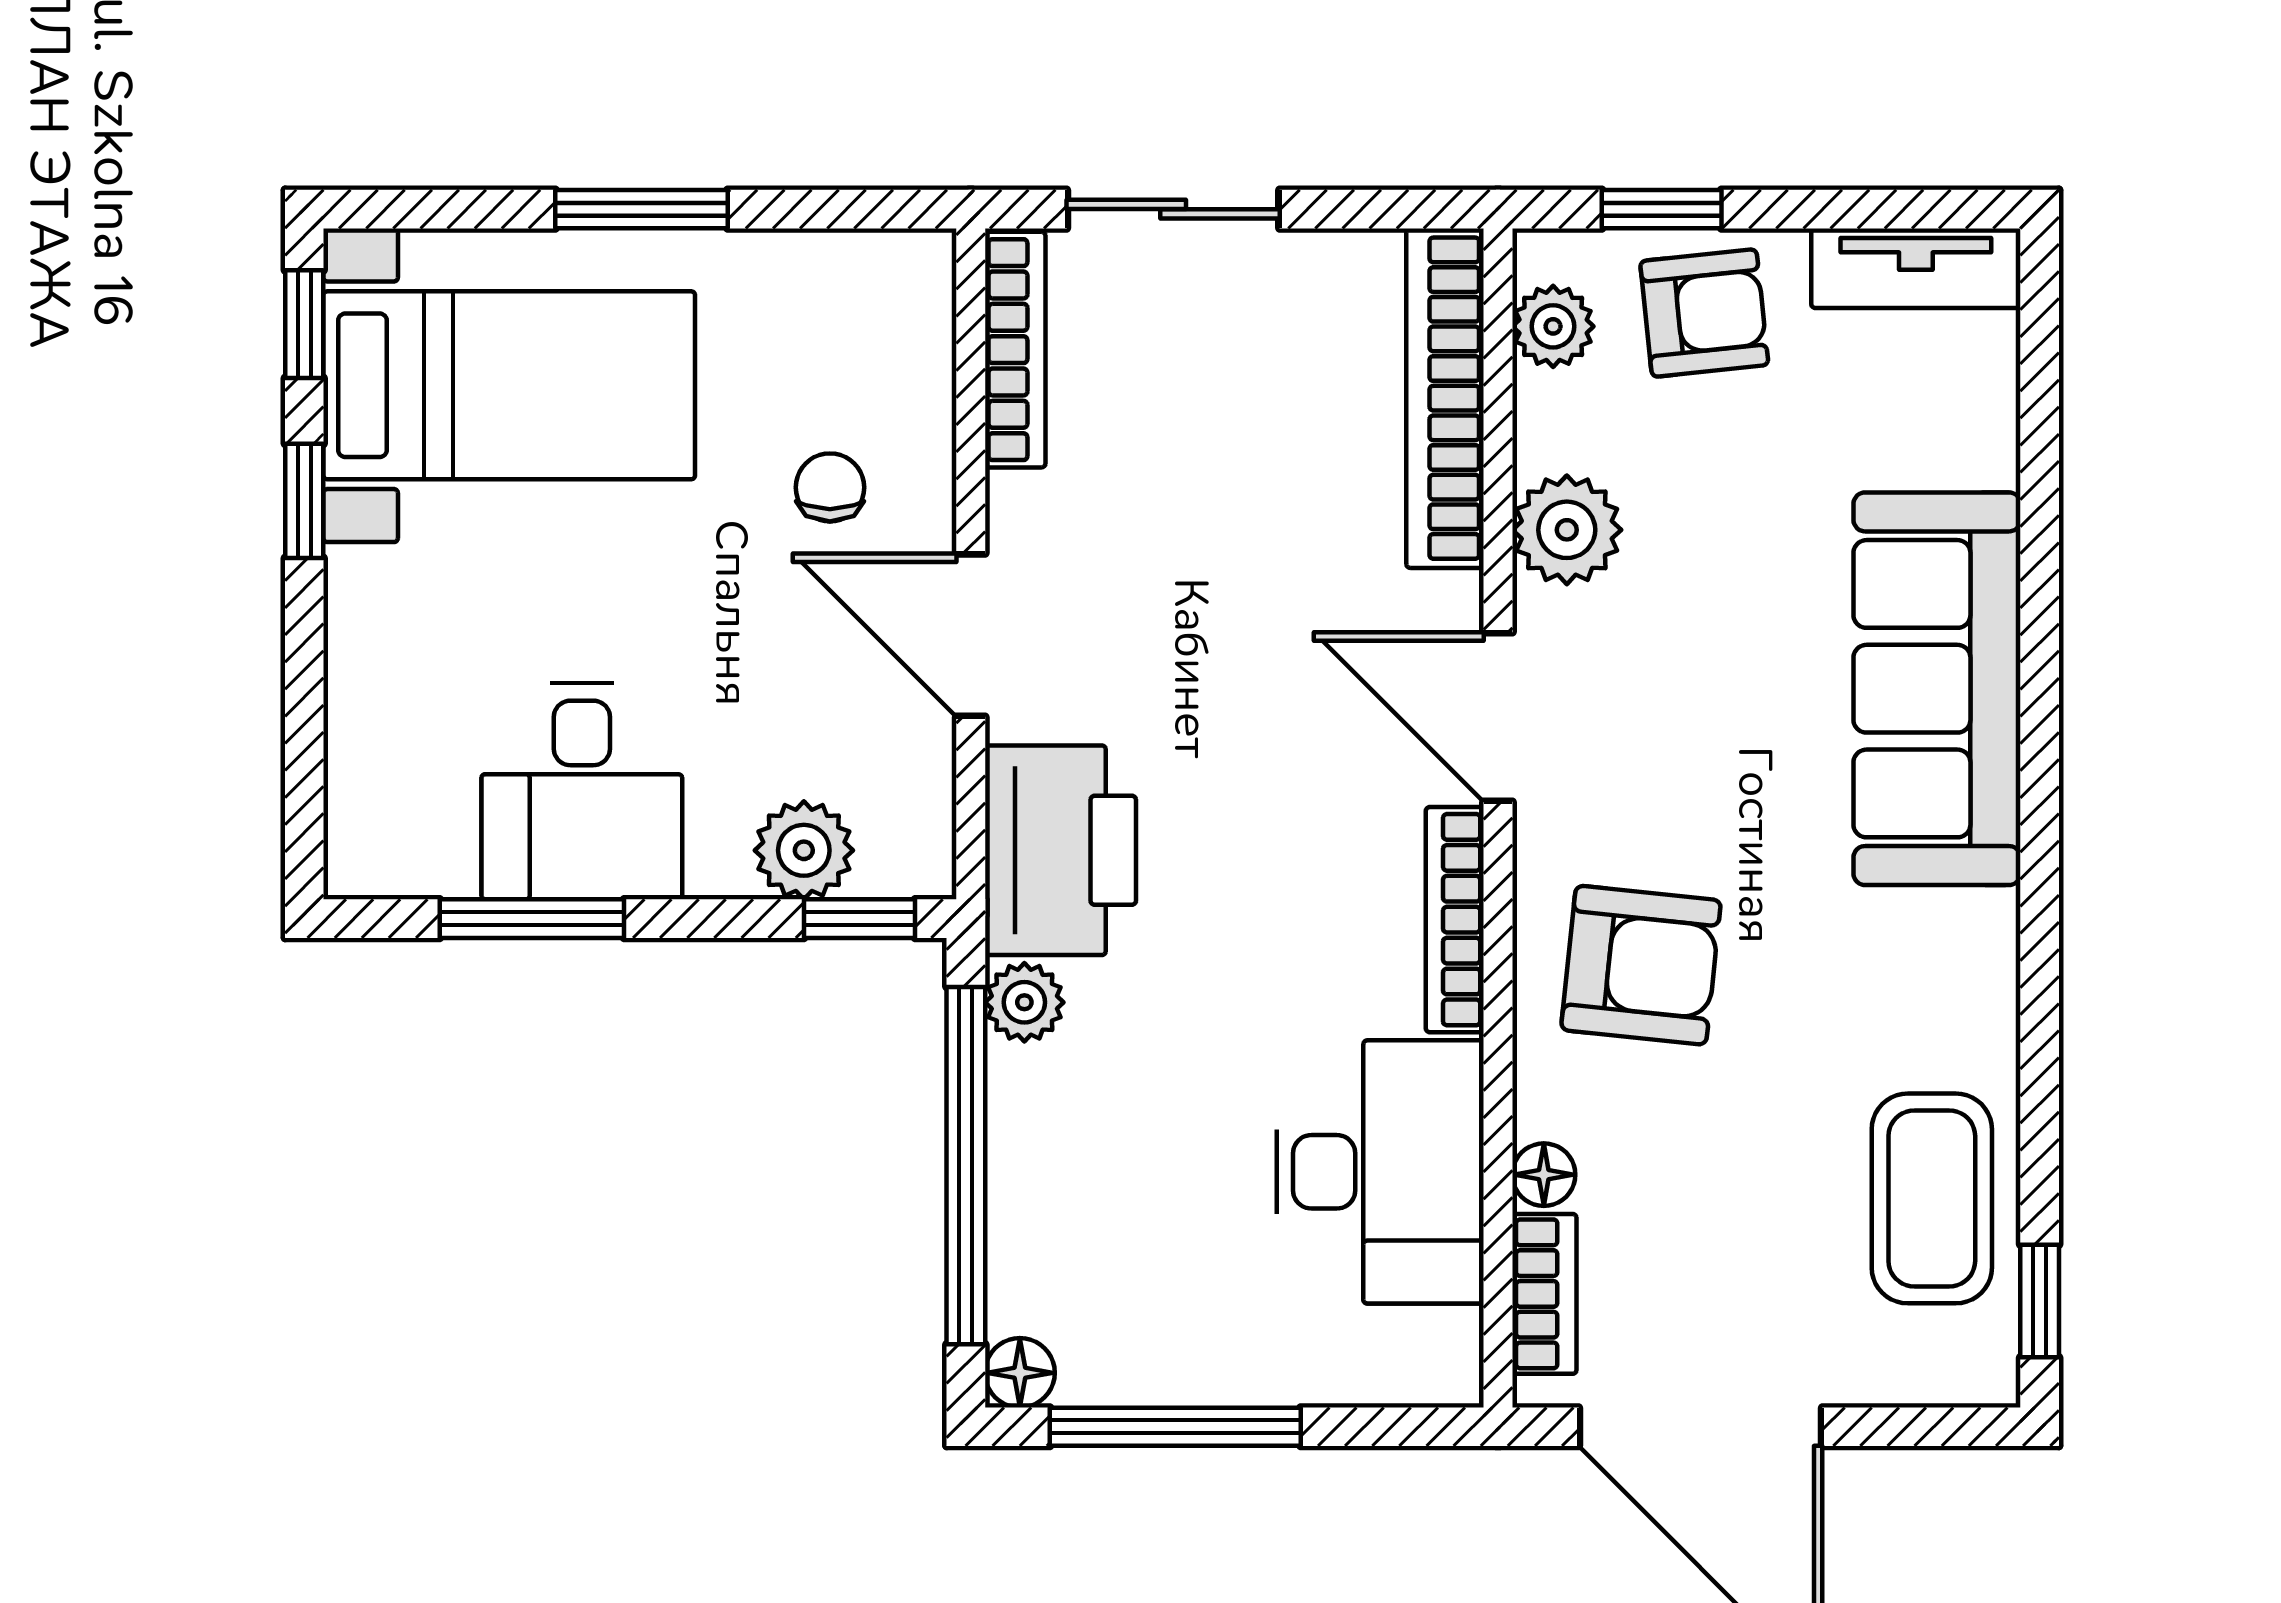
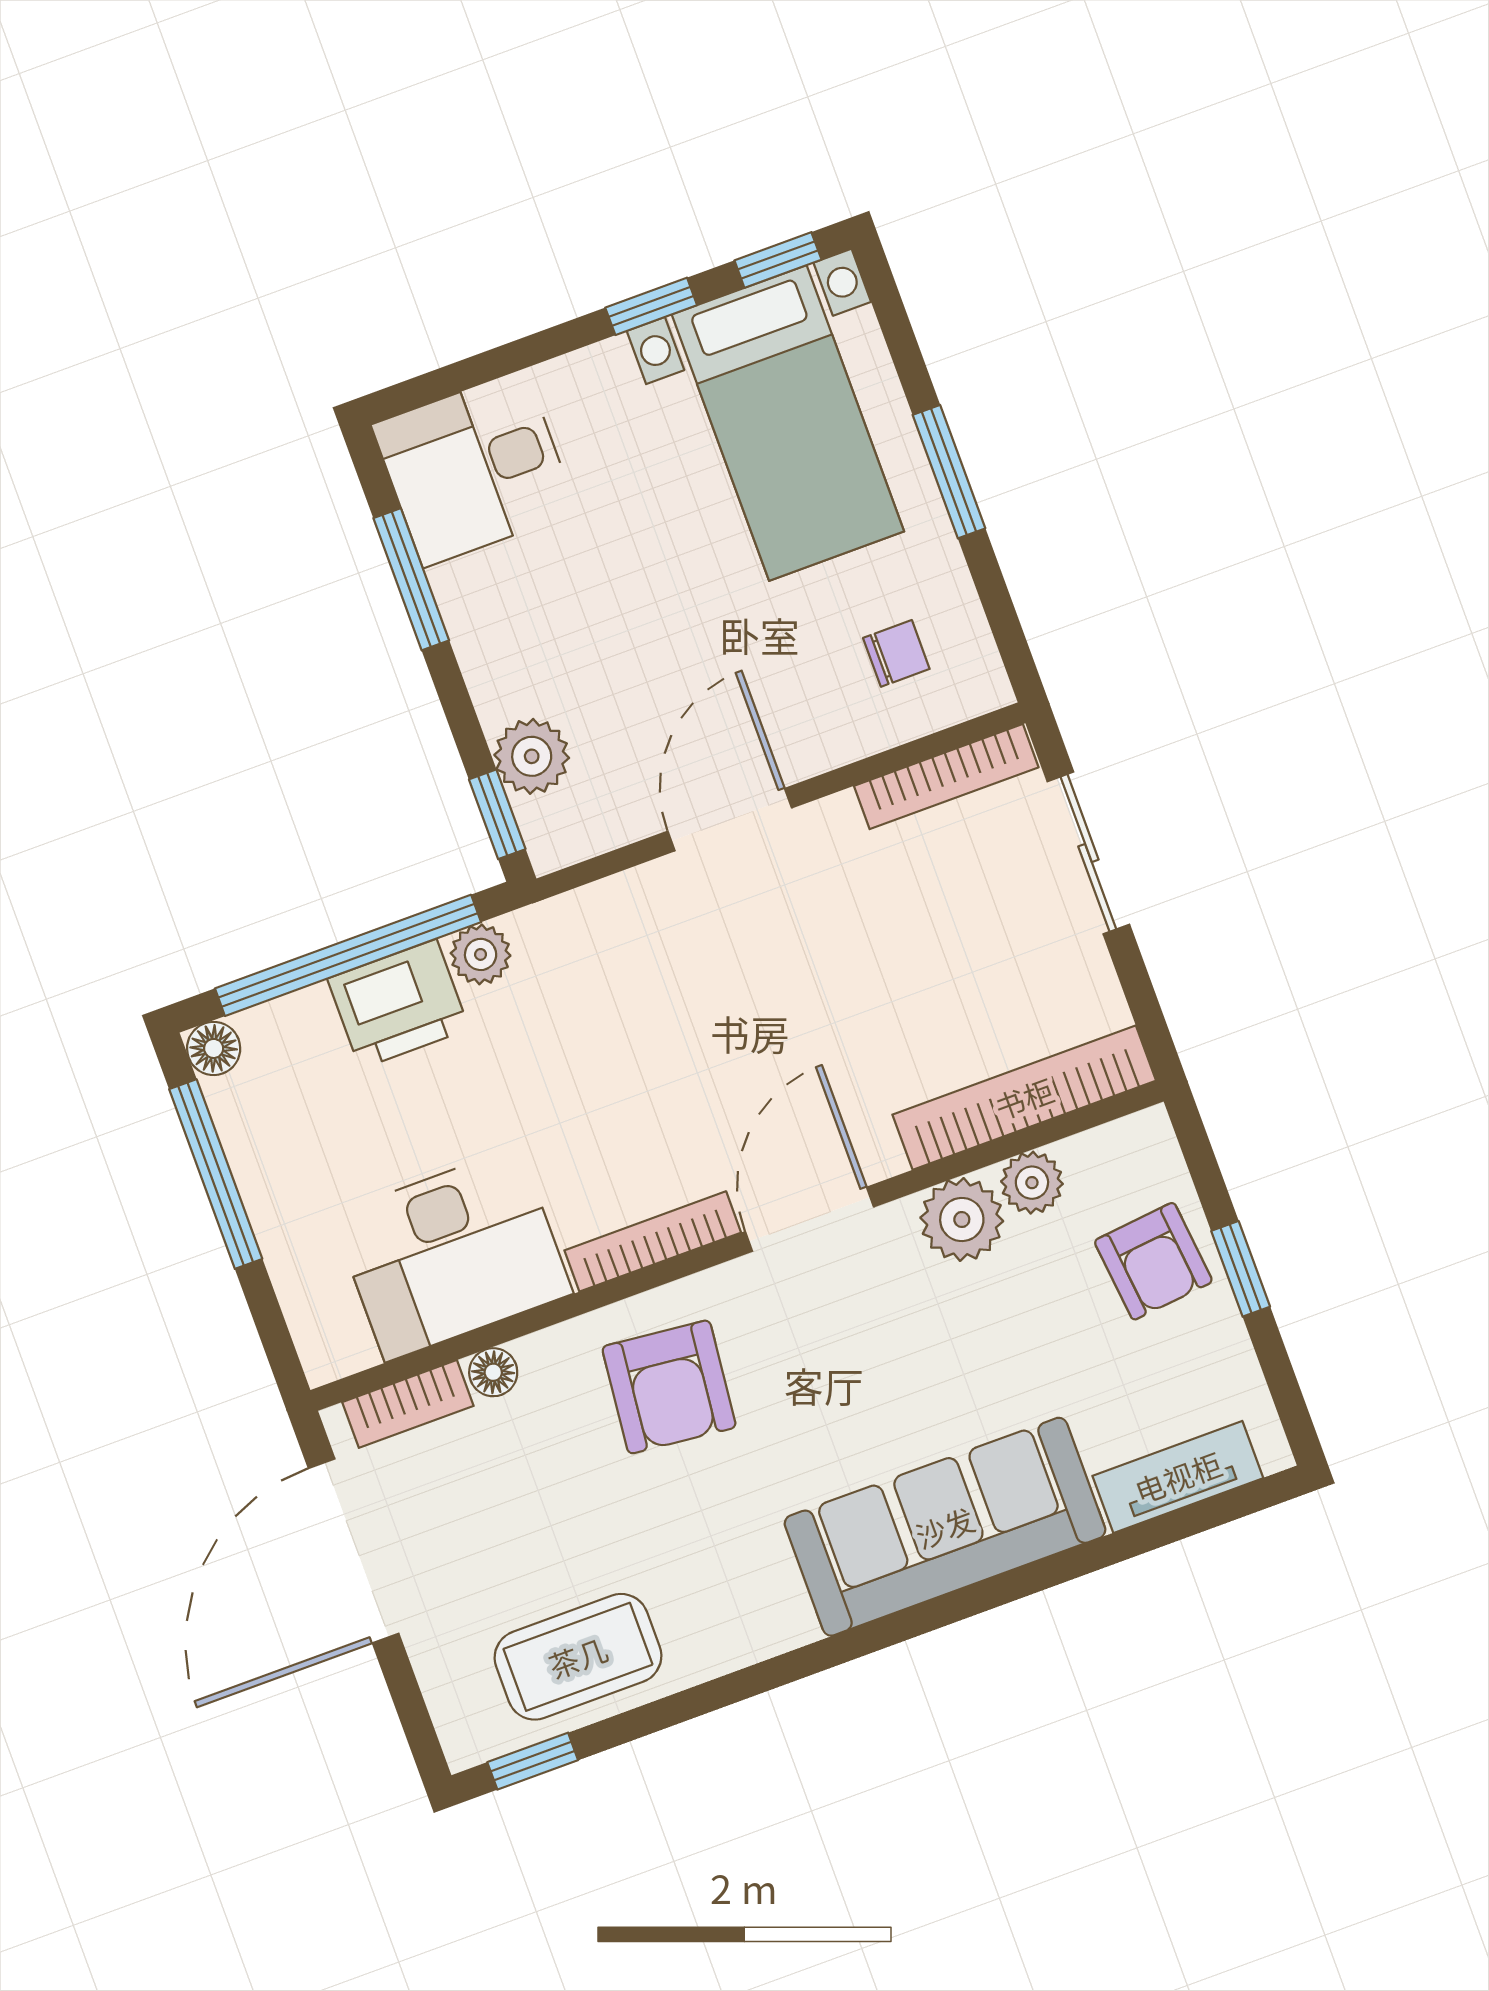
window: (1662, 209) -> (1241, 1269), moved
tv unit: (1916, 268) -> (1178, 1477), moved, turned 90
plant: (1553, 326) -> (1032, 1183), moved
chair: (830, 487) -> (896, 653), moved
desk: (582, 791) -> (474, 468), moved
printer: (1060, 850) -> (398, 1004), moved, width x0.73, depth x0.84

